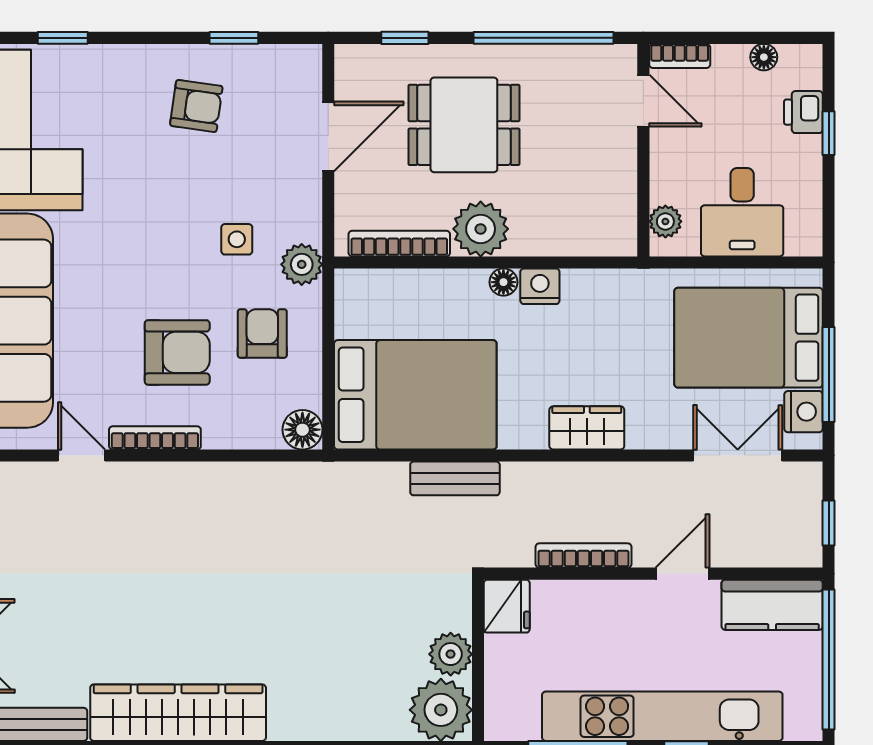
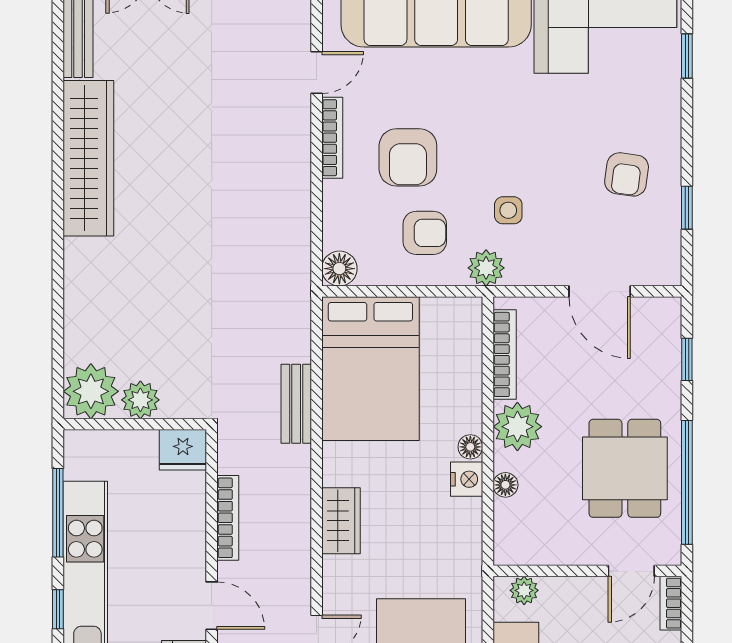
dining table: (464, 125) -> (625, 468), moved
floor lamp: (546, 243) -> (505, 485), added

